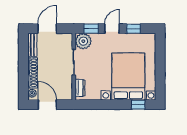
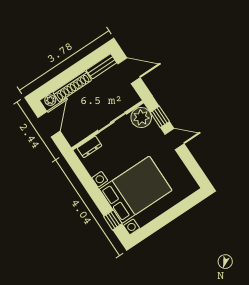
window: (134, 29) -> (190, 162), removed

